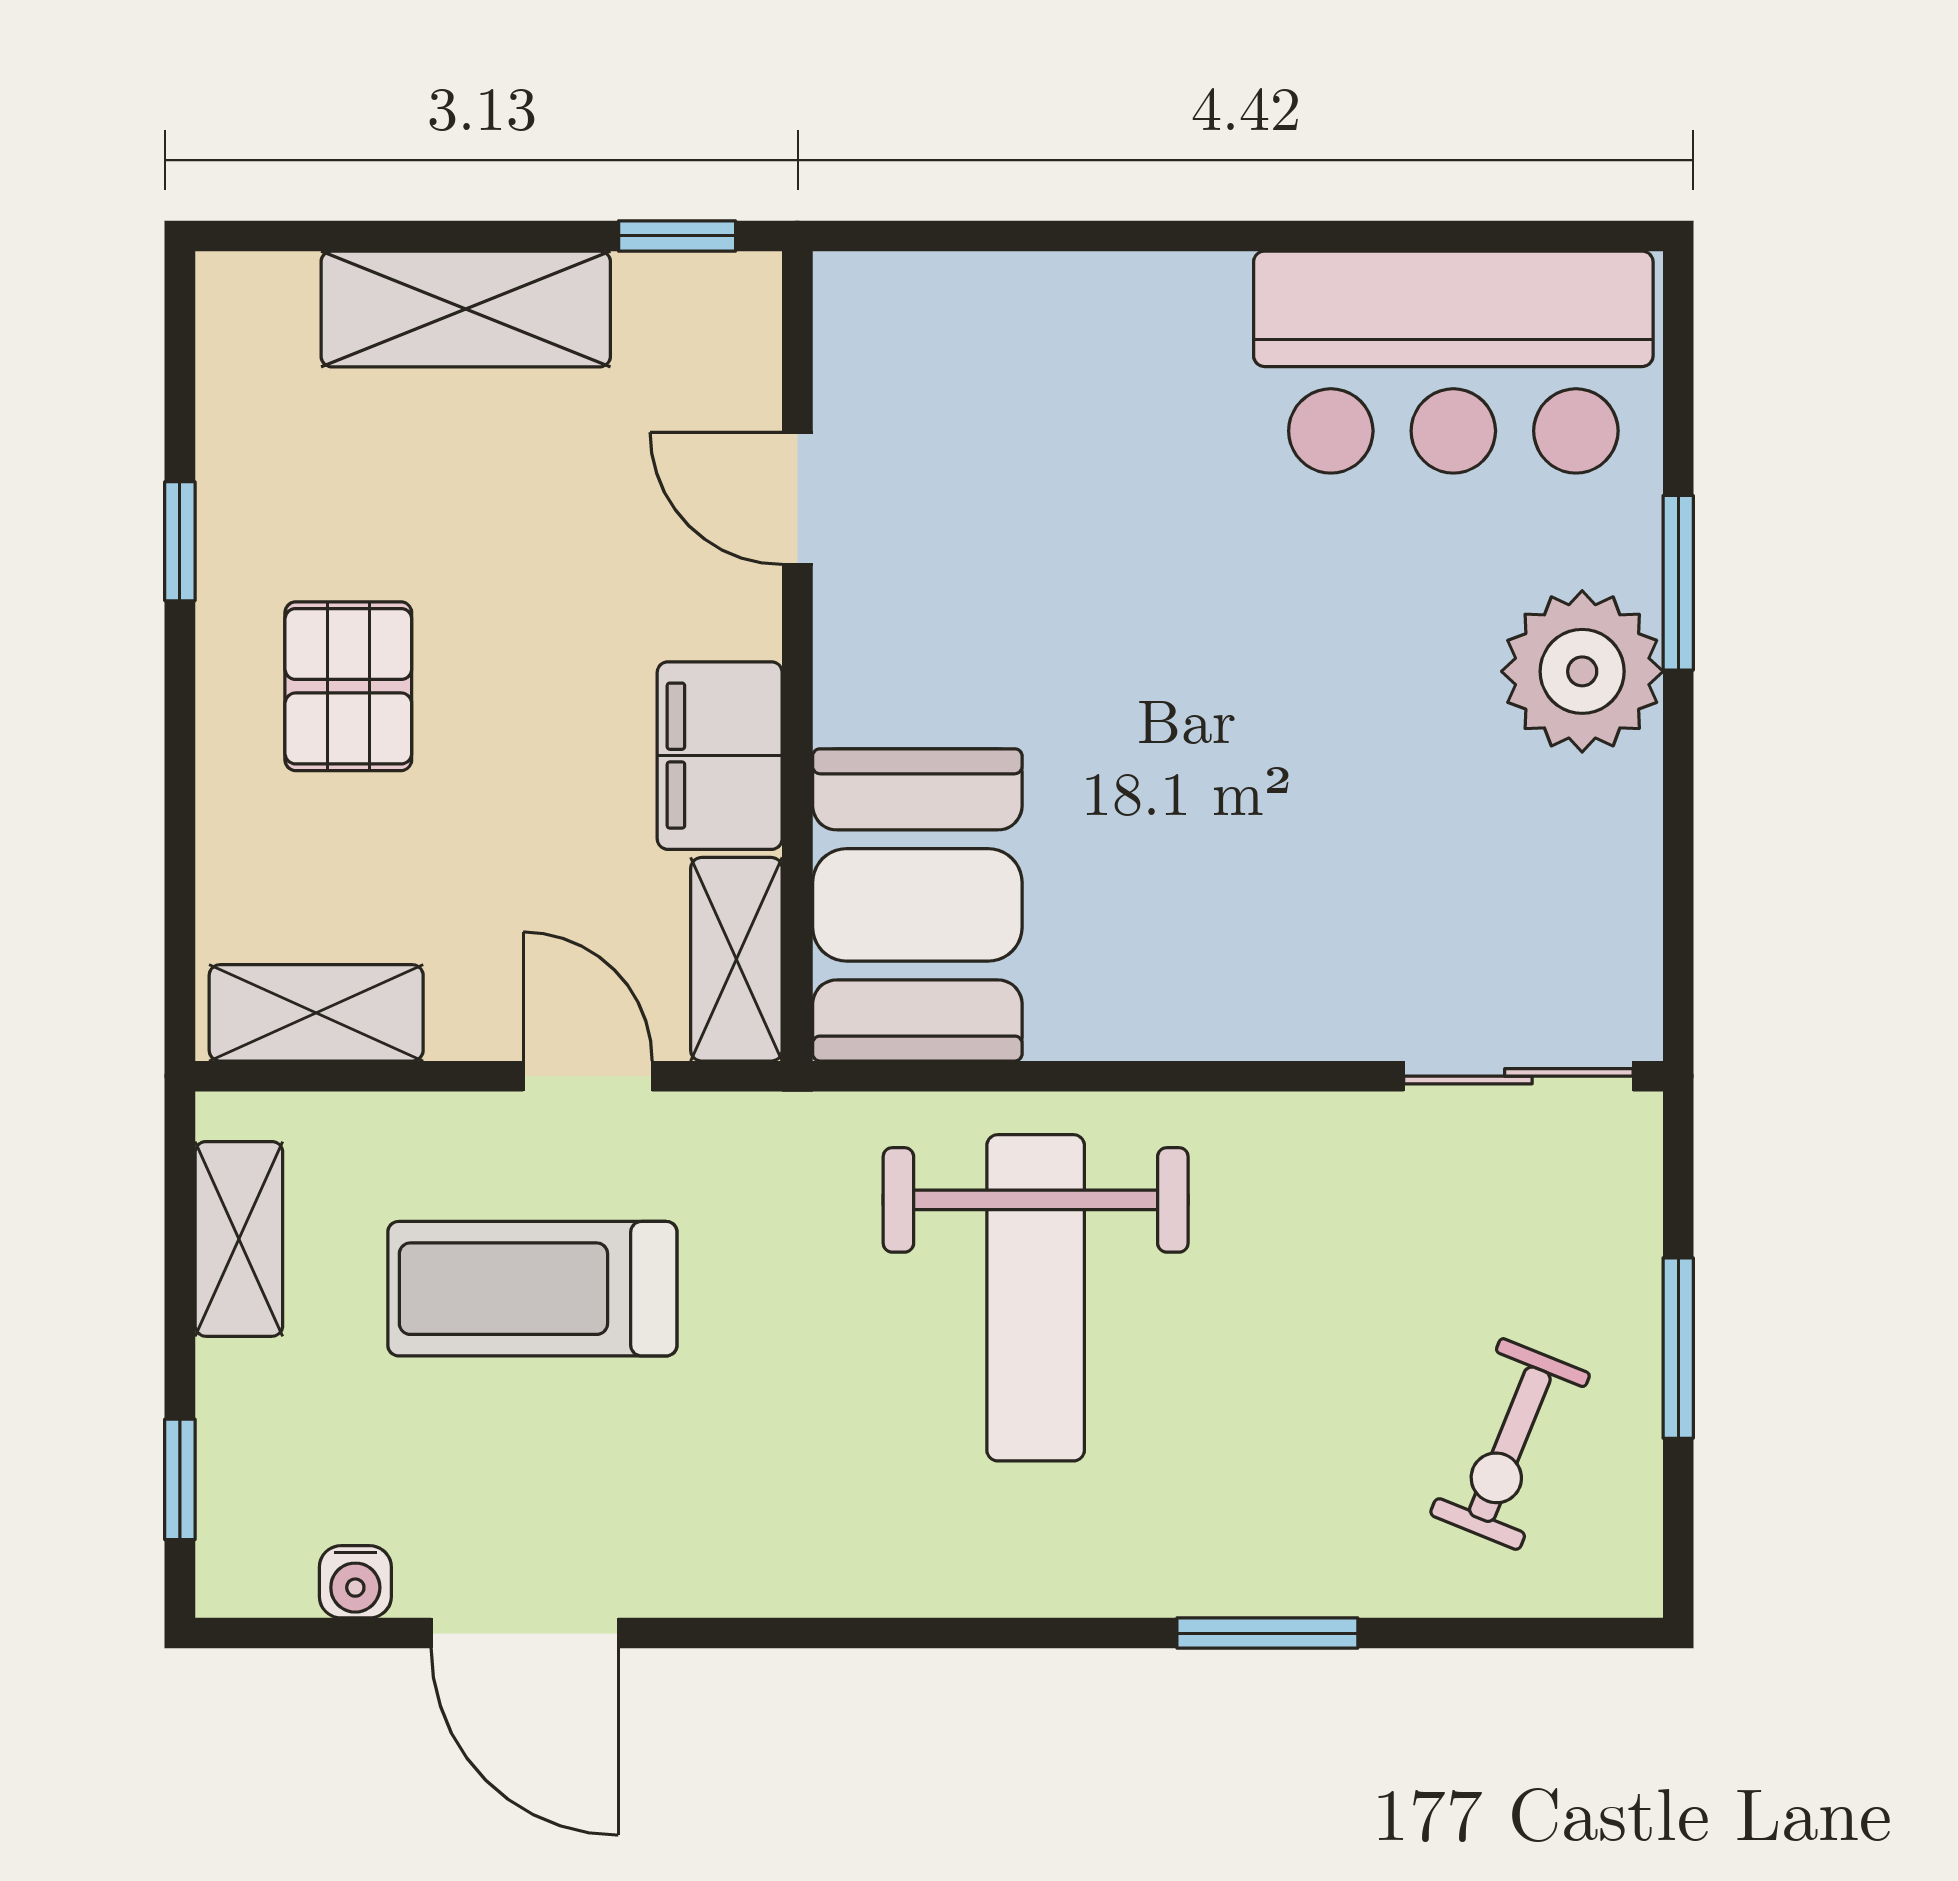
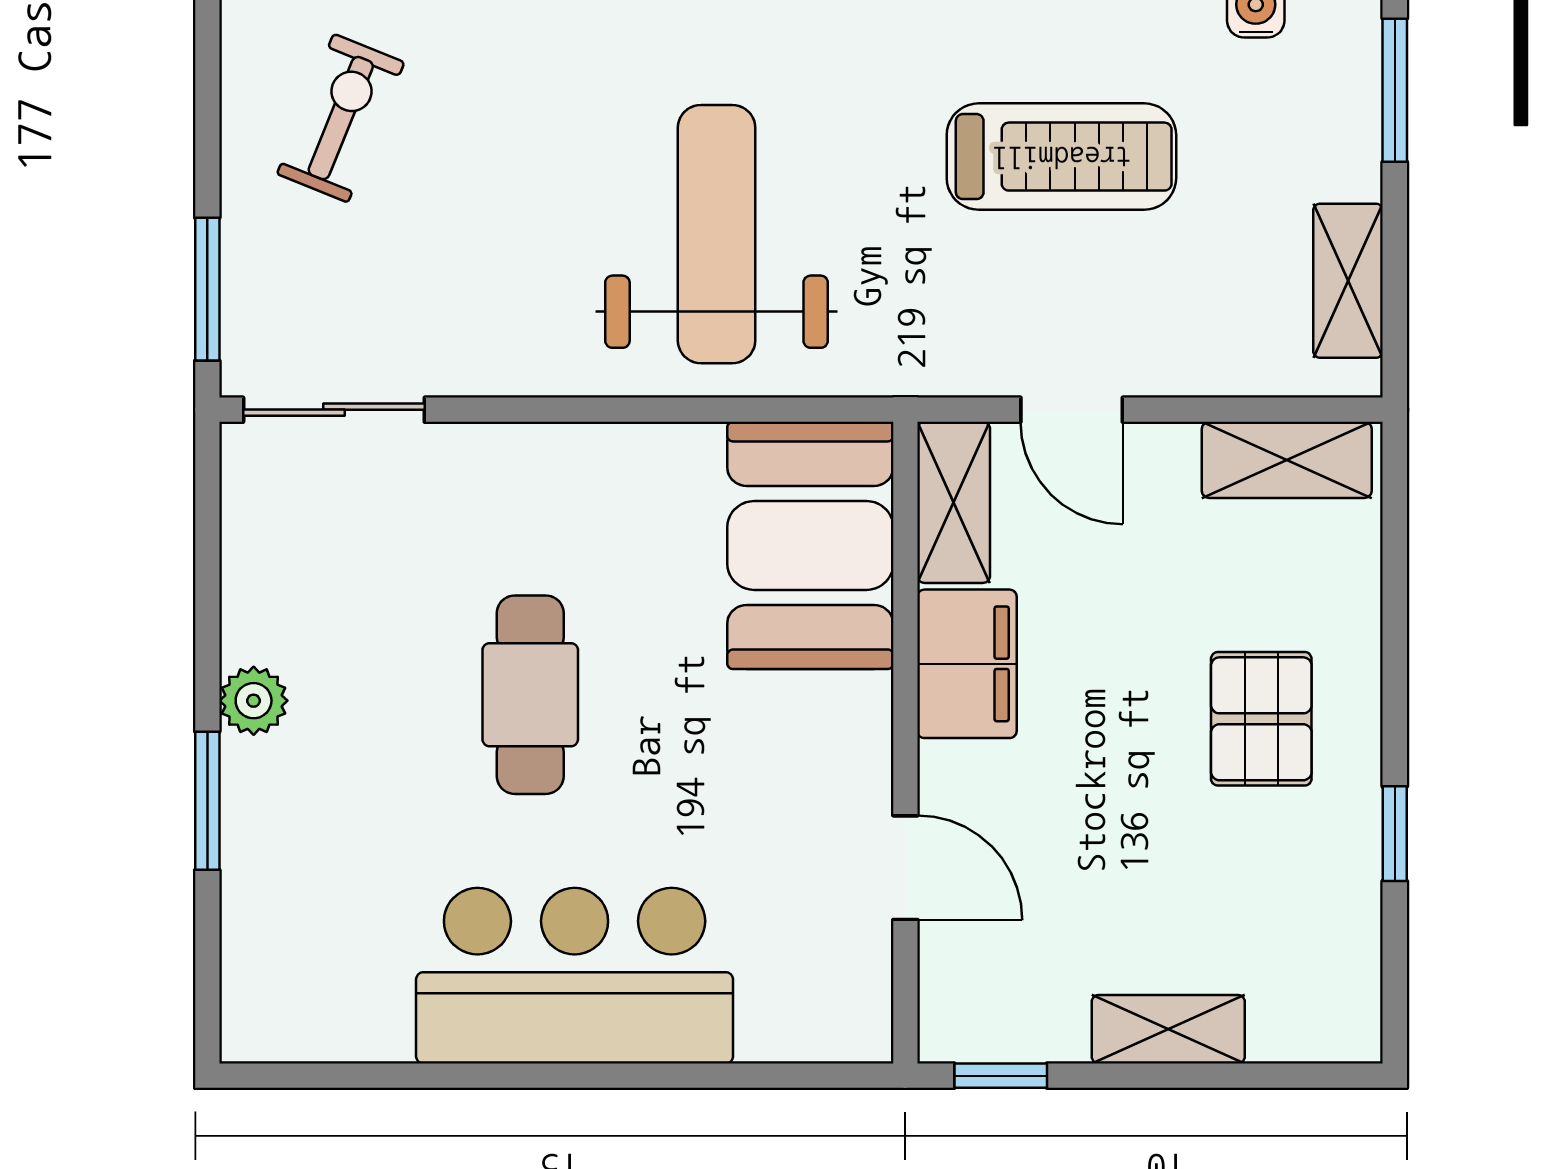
shelving: (466, 309) -> (1168, 1029), width x0.67, depth x0.75
bar counter: (1453, 362) -> (575, 976), moved
plant: (1582, 671) -> (254, 701), width x0.53, depth x0.53
cafe table: (1271, 717) -> (530, 695), added
treadmill: (532, 1289) -> (1061, 157), moved
window: (1678, 1348) -> (207, 289), moved
window: (180, 1479) -> (1395, 90), width x1.50

